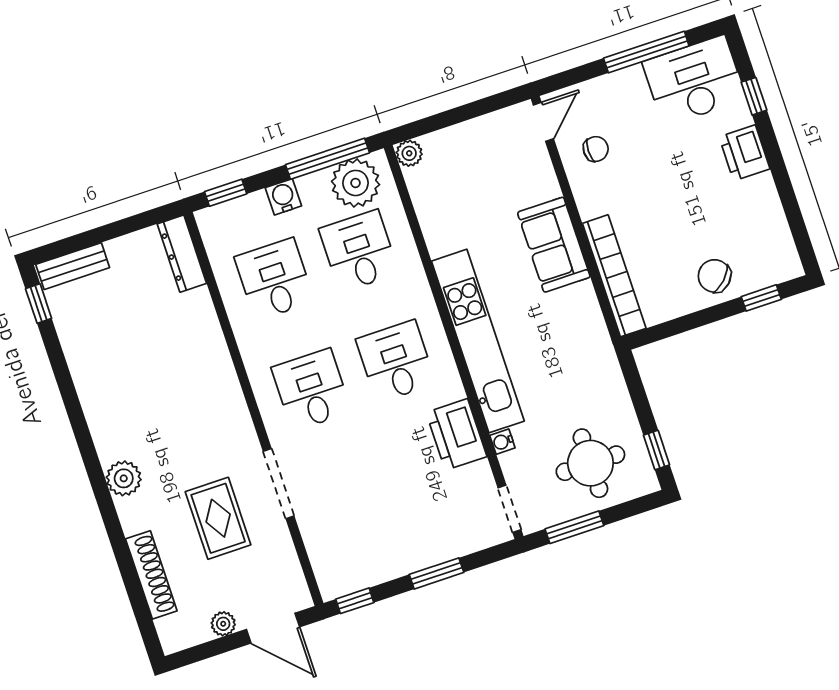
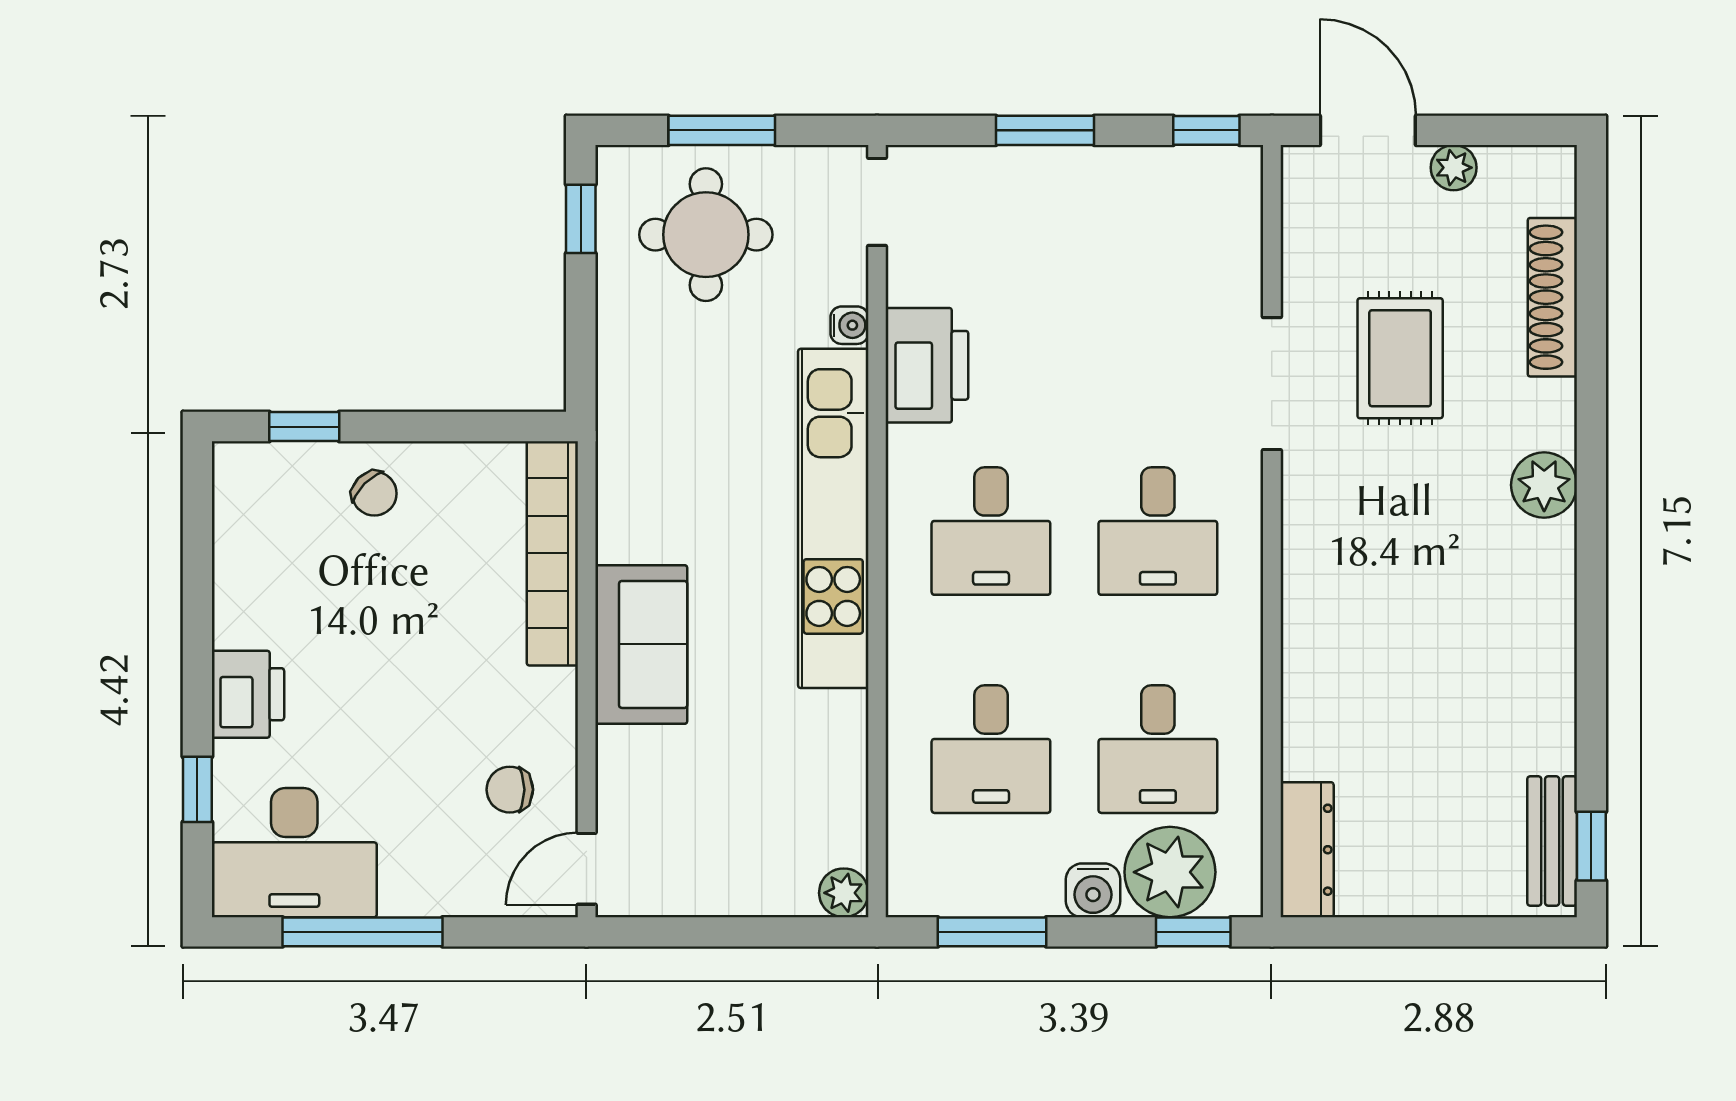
window: (327, 159) -> (992, 932), width x0.69
plant: (356, 183) -> (1170, 872), moved
bench: (73, 266) -> (1552, 841), moved, turned 90
chair: (714, 276) -> (374, 494), width x0.73, depth x0.73
window: (574, 527) -> (722, 130), moved

